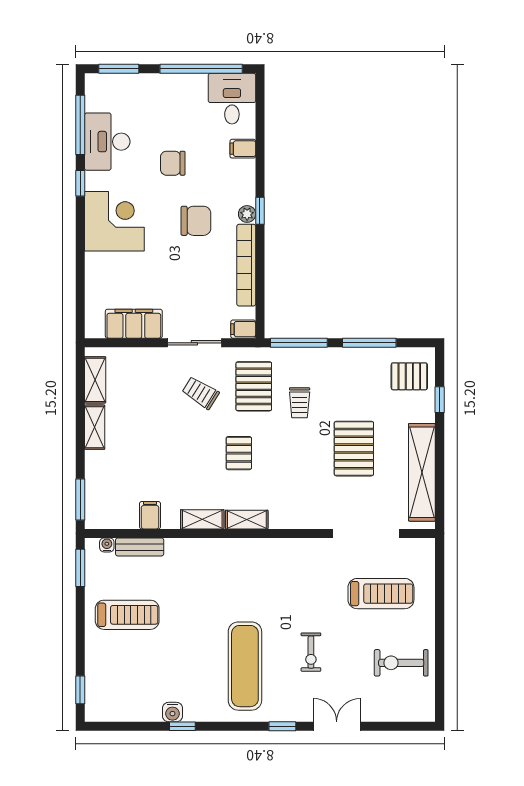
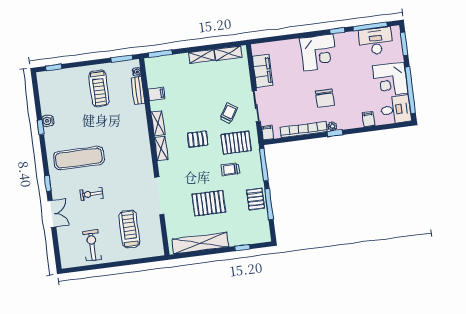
corner desk: (178, 102) -> (390, 80), added
desk: (107, 142) -> (376, 41), moved
chair: (173, 163) -> (355, 81), removed
pallet: (409, 376) -> (255, 199), moved
doorway: (366, 533) -> (159, 196), moved
treadmill: (381, 594) -> (129, 229), turned 180

